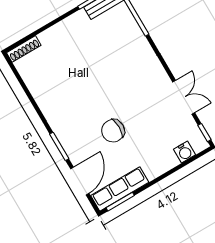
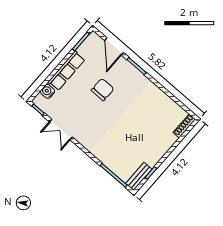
row of seats: (120, 189) -> (66, 71), moved

